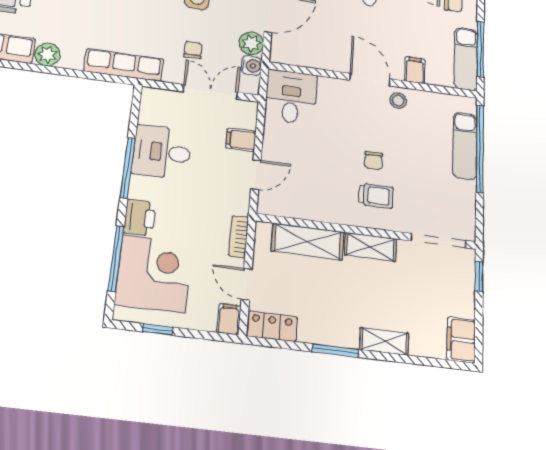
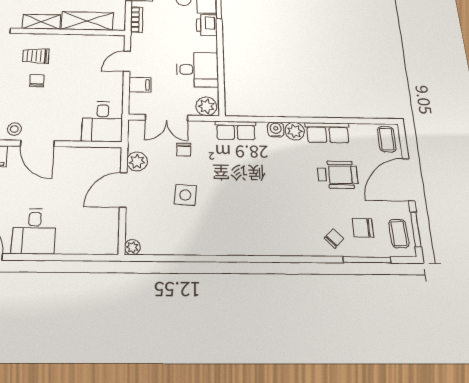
row of seats: (124, 65) -> (236, 130), width x0.68
water cooler: (251, 66) -> (276, 129), moved, turned 90
plant: (157, 101) -> (206, 106), added
window: (128, 168) -> (220, 56), removed

